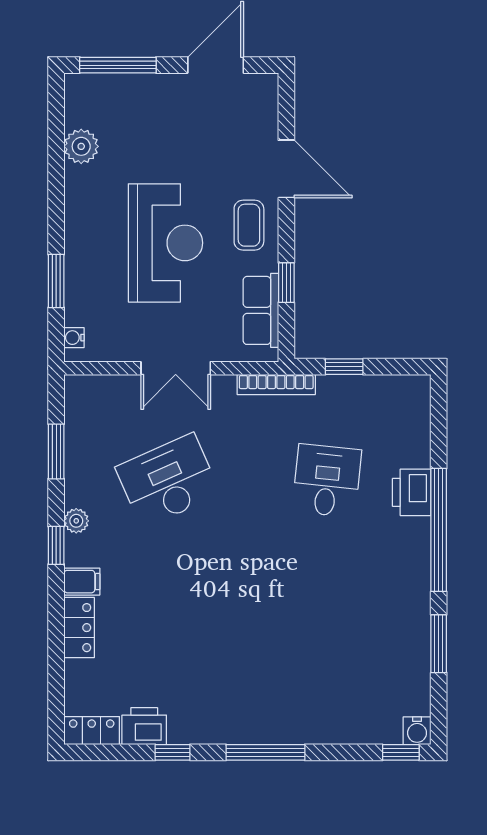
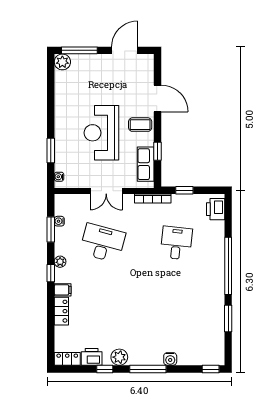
plant: (81, 146) -> (62, 62), moved
coffee table: (249, 225) -> (140, 125), turned 90
reception desk: (166, 243) -> (101, 133), turned 180
water cooler: (75, 433) -> (59, 221), added
desk: (168, 481) -> (103, 243), turned 39
printer: (412, 492) -> (216, 209), moved
plant: (204, 727) -> (119, 357), added
water cooler: (417, 731) -> (170, 359), moved

